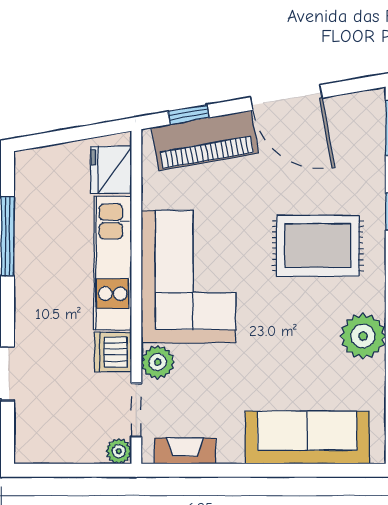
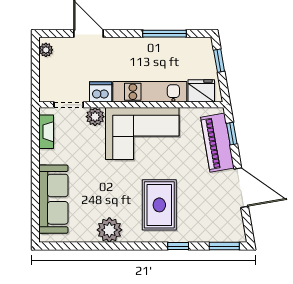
door: (286, 97) -> (241, 188), swing flipped
window: (56, 137) -> (219, 61), added
plant: (119, 451) -> (46, 50), moved

